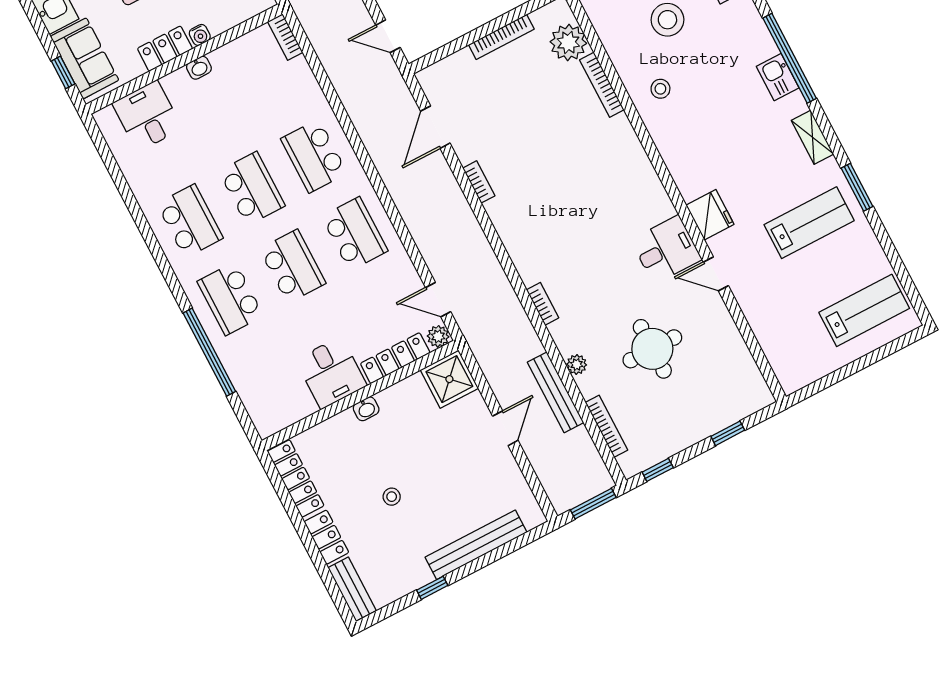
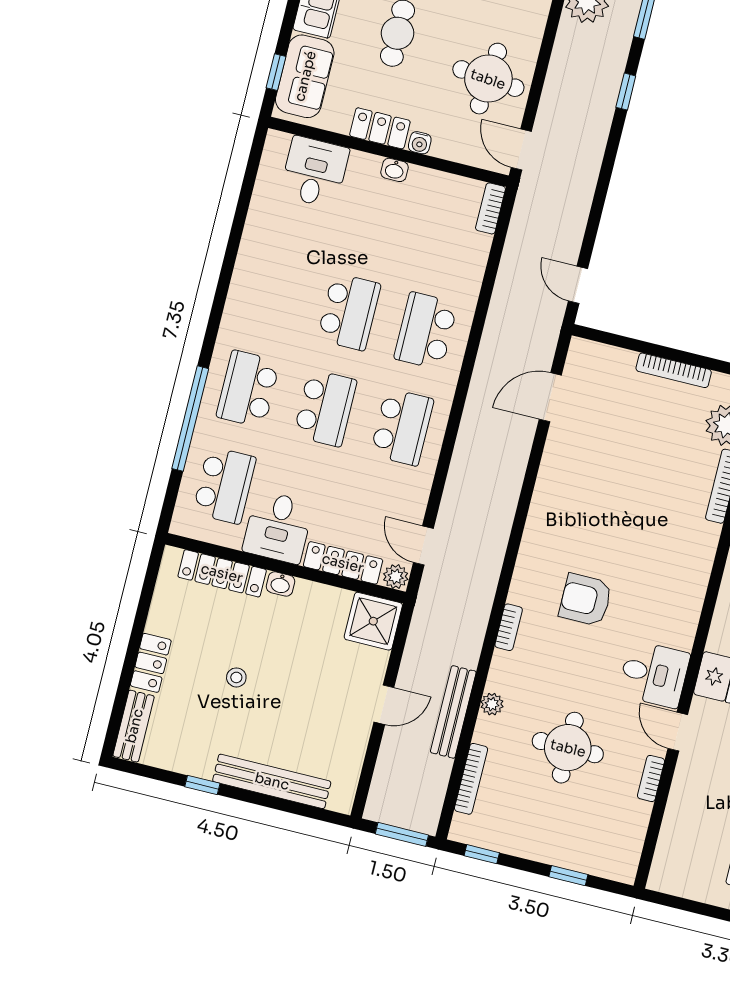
bookcase: (479, 182) -> (651, 778), moved, turned 180
school desk: (190, 221) -> (224, 485), moved
armchair: (577, 241) -> (586, 600), added
locker: (296, 479) -> (222, 573), moved, turned 90

